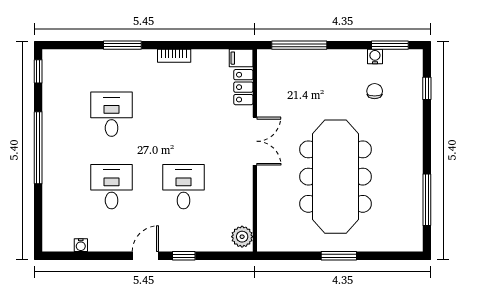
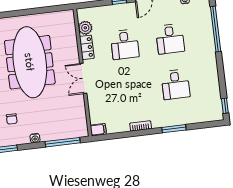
water cooler: (375, 57) -> (35, 138), moved
locker: (243, 87) -> (87, 47), moved
window: (38, 148) -> (216, 29), moved
plant: (242, 237) -> (85, 28), moved
window: (339, 256) -> (22, 13), removed

